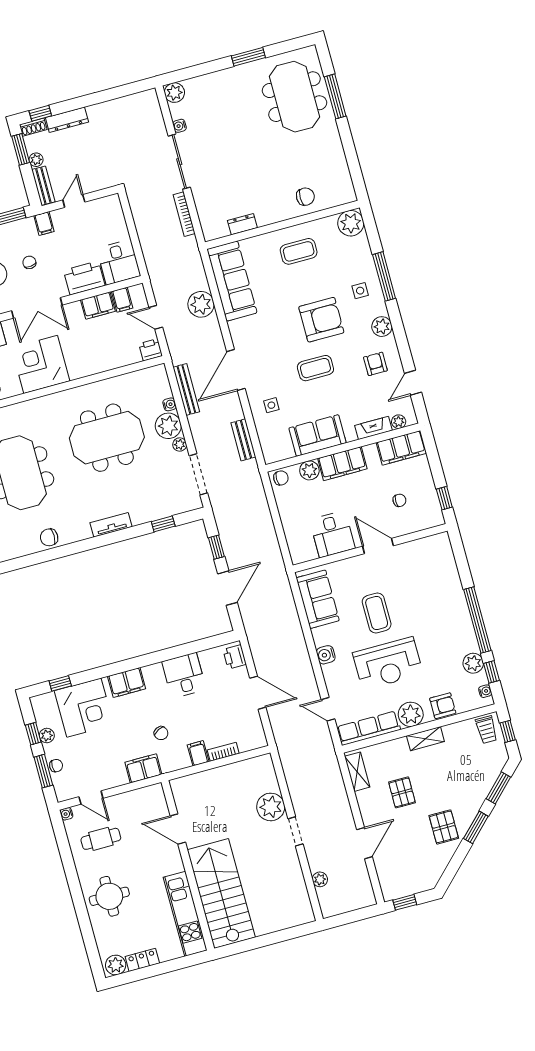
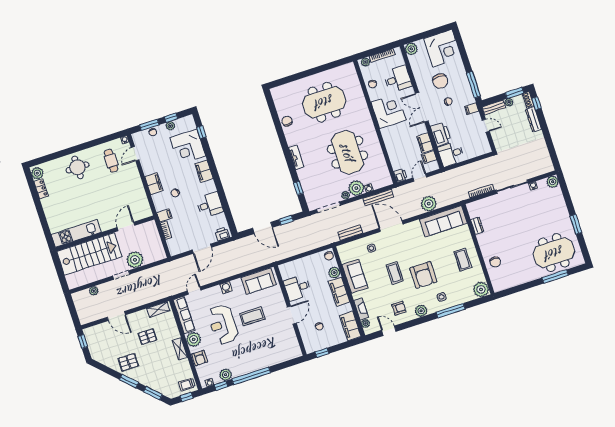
door: (178, 829) -> (126, 226), moved
wall: (188, 865) -> (105, 233), moved
stairs: (221, 894) -> (89, 254), moved
kitchen unit: (185, 914) -> (76, 233), moved

